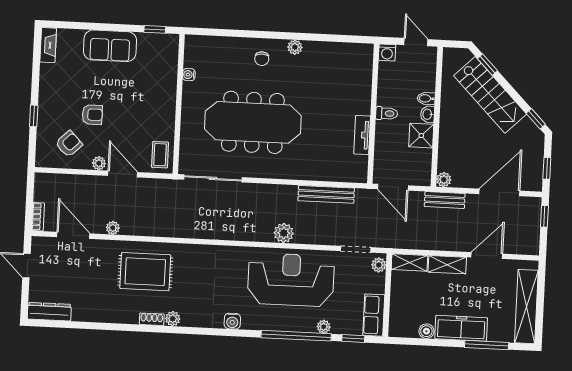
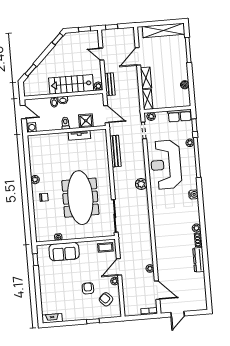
door: (416, 42) -> (23, 112), swing flipped
sofa: (110, 46) -> (64, 252), moved, turned 90
stairs: (490, 95) -> (71, 84), moved, turned -135
shower: (421, 136) -> (86, 121), moved
door: (393, 187) -> (106, 114), hinge flipped
door: (499, 192) -> (101, 54), width x0.53
plant: (284, 233) -> (141, 184), moved
door: (73, 235) -> (157, 290), swing flipped
door: (487, 256) -> (138, 56), hinge flipped
rug: (145, 272) -> (172, 247), removed
dresser: (49, 312) -> (199, 260), moved
freezer: (461, 328) -> (181, 65), removed

